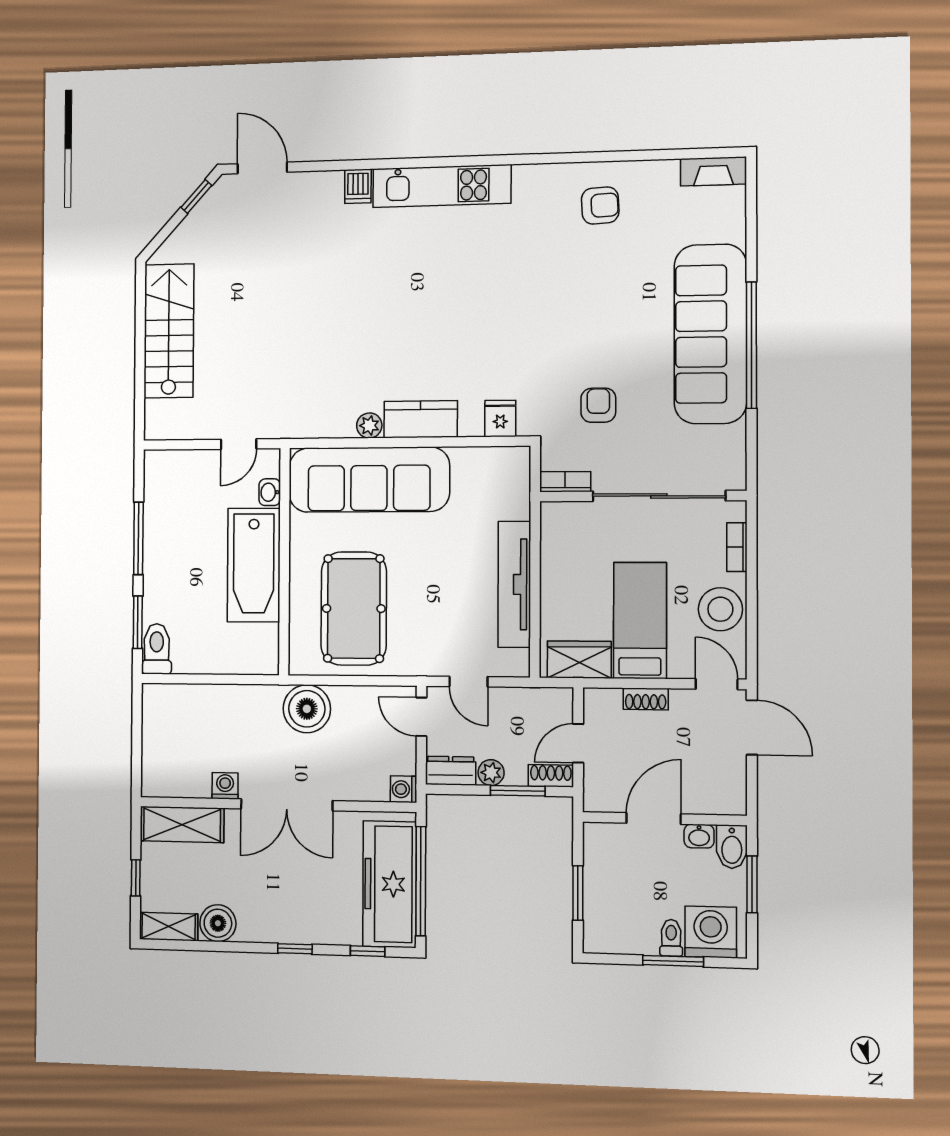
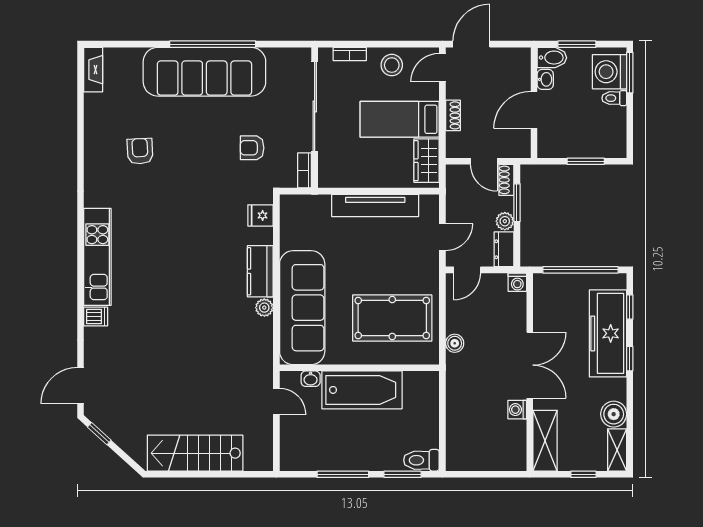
armchair: (600, 205) -> (140, 151), moved
stool: (720, 609) -> (392, 65), width x0.73, depth x0.73
boiler: (307, 709) -> (455, 343), width x0.54, depth x0.54
door: (654, 818) -> (534, 110), hinge flipped
freezer: (390, 884) -> (608, 333), moved, turned 90
window: (673, 961) -> (630, 73), moved

